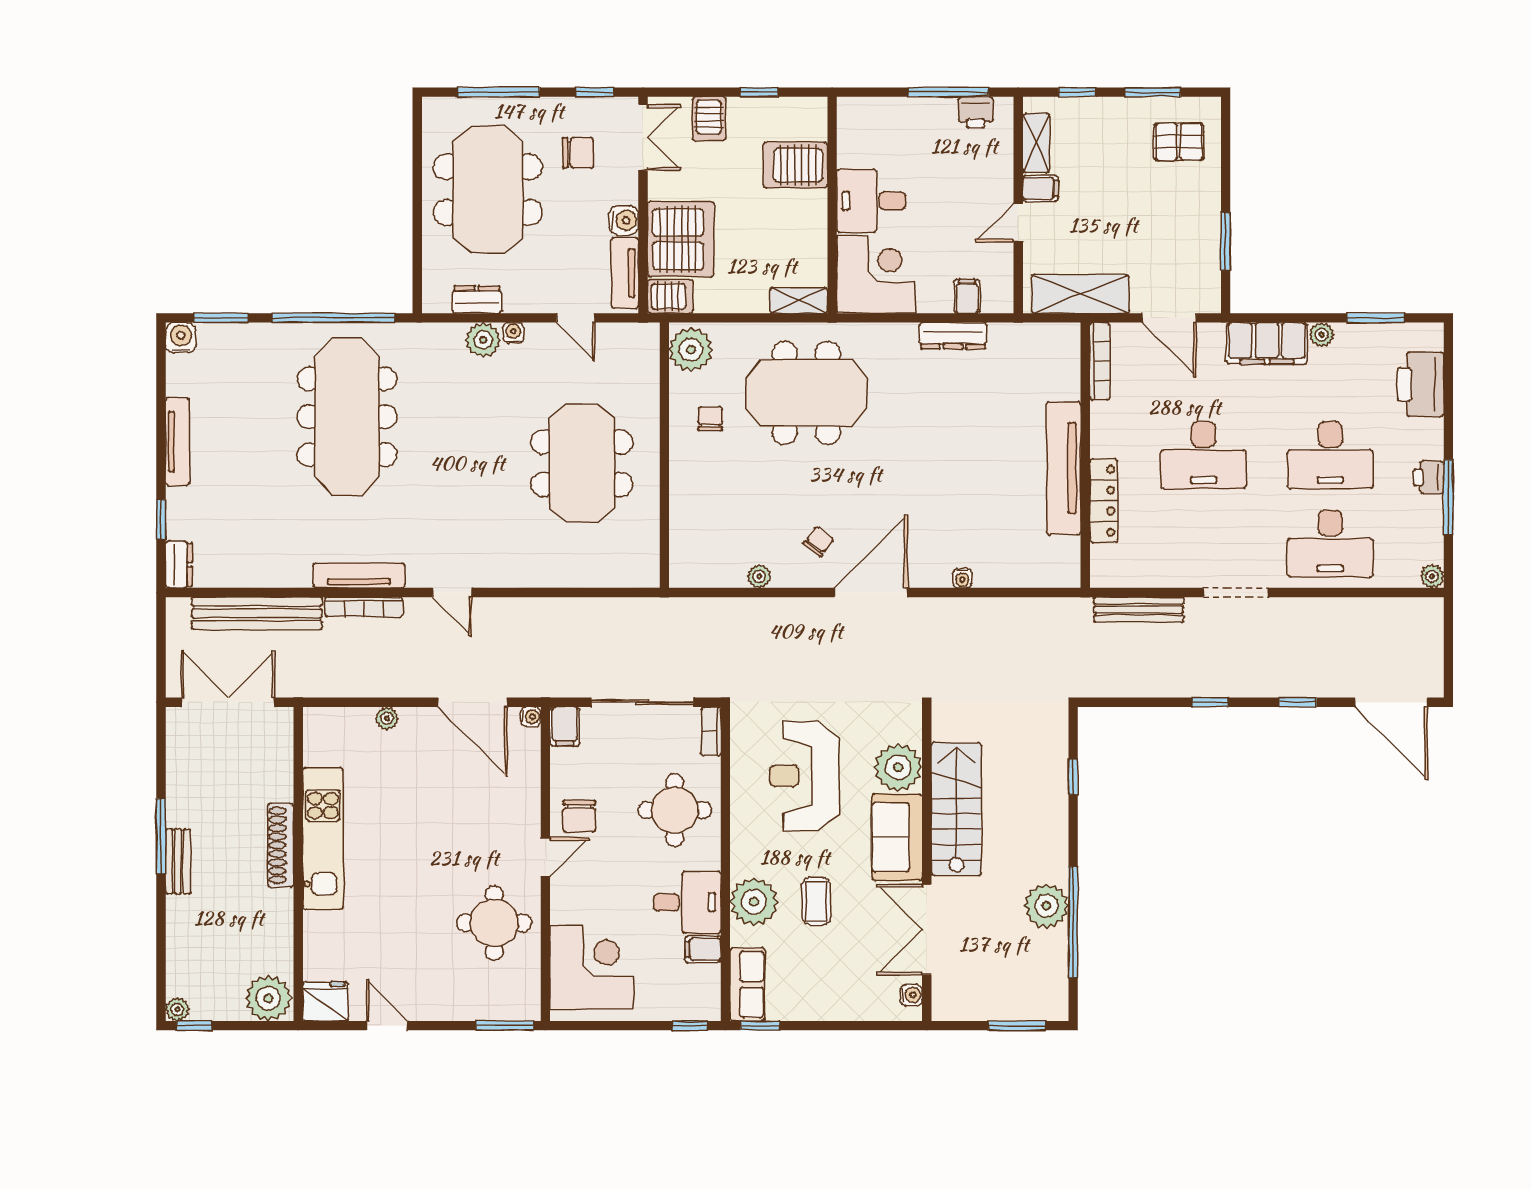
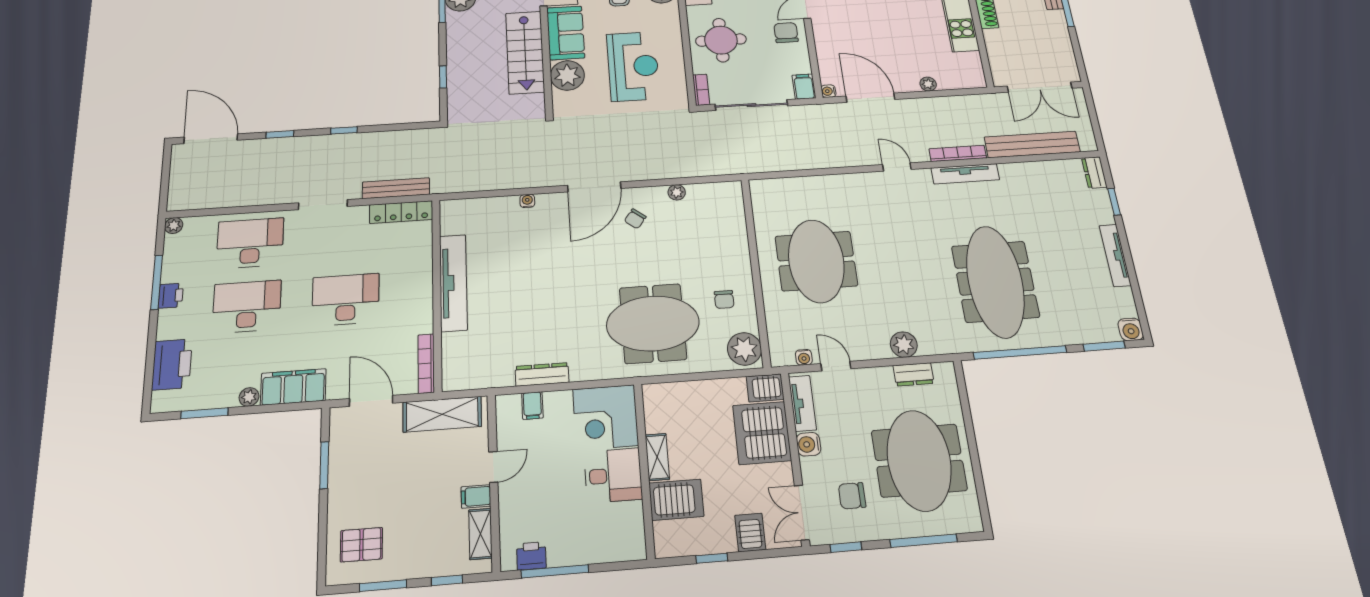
shelving: (799, 300) -> (657, 457), moved, turned 90
water cooler: (513, 333) -> (804, 357), moved
locker: (1104, 501) -> (401, 212), moved, turned -90

